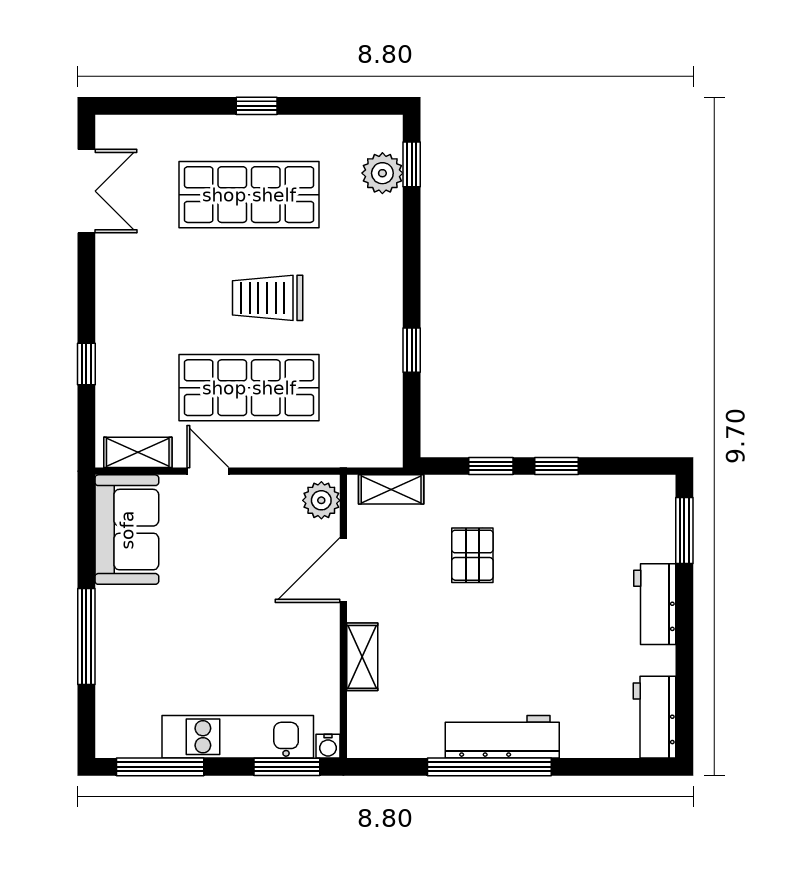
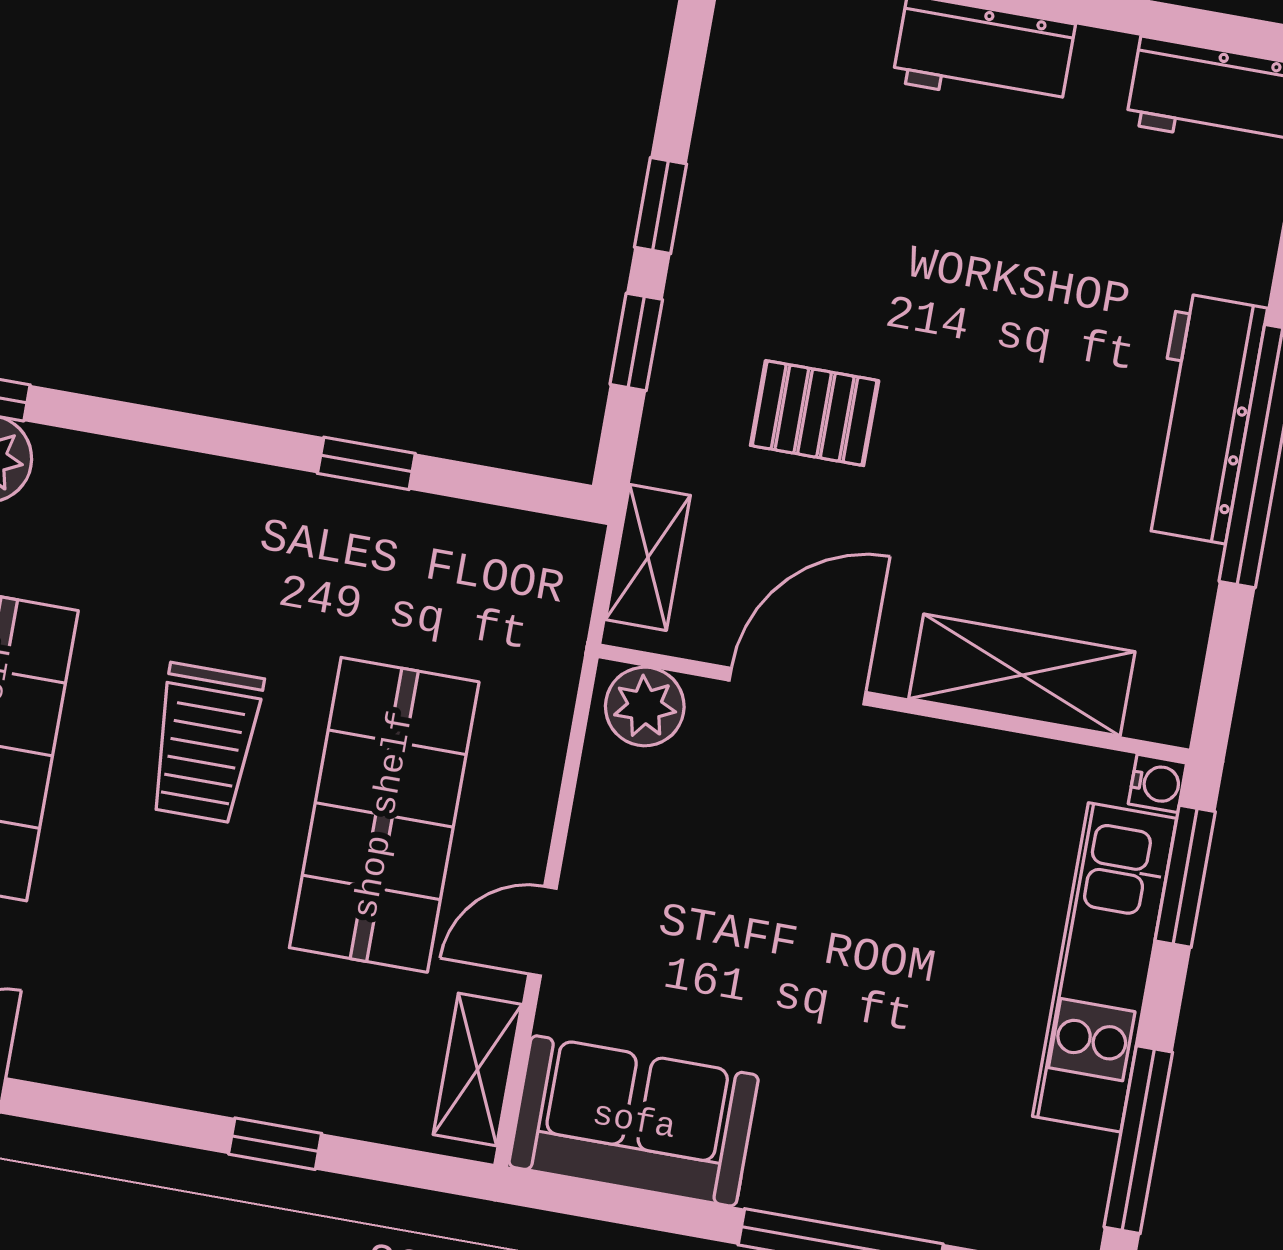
door: (343, 570) -> (798, 686), swing flipped
shelving: (362, 657) -> (1022, 675), width x1.50, depth x1.33

